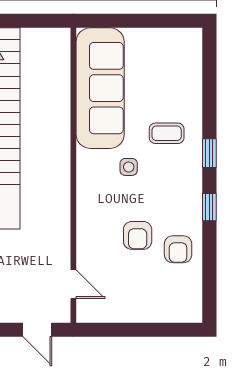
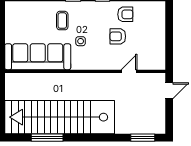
armchair: (138, 235) -> (118, 36), turned 180
door: (73, 284) -> (129, 71), moved

